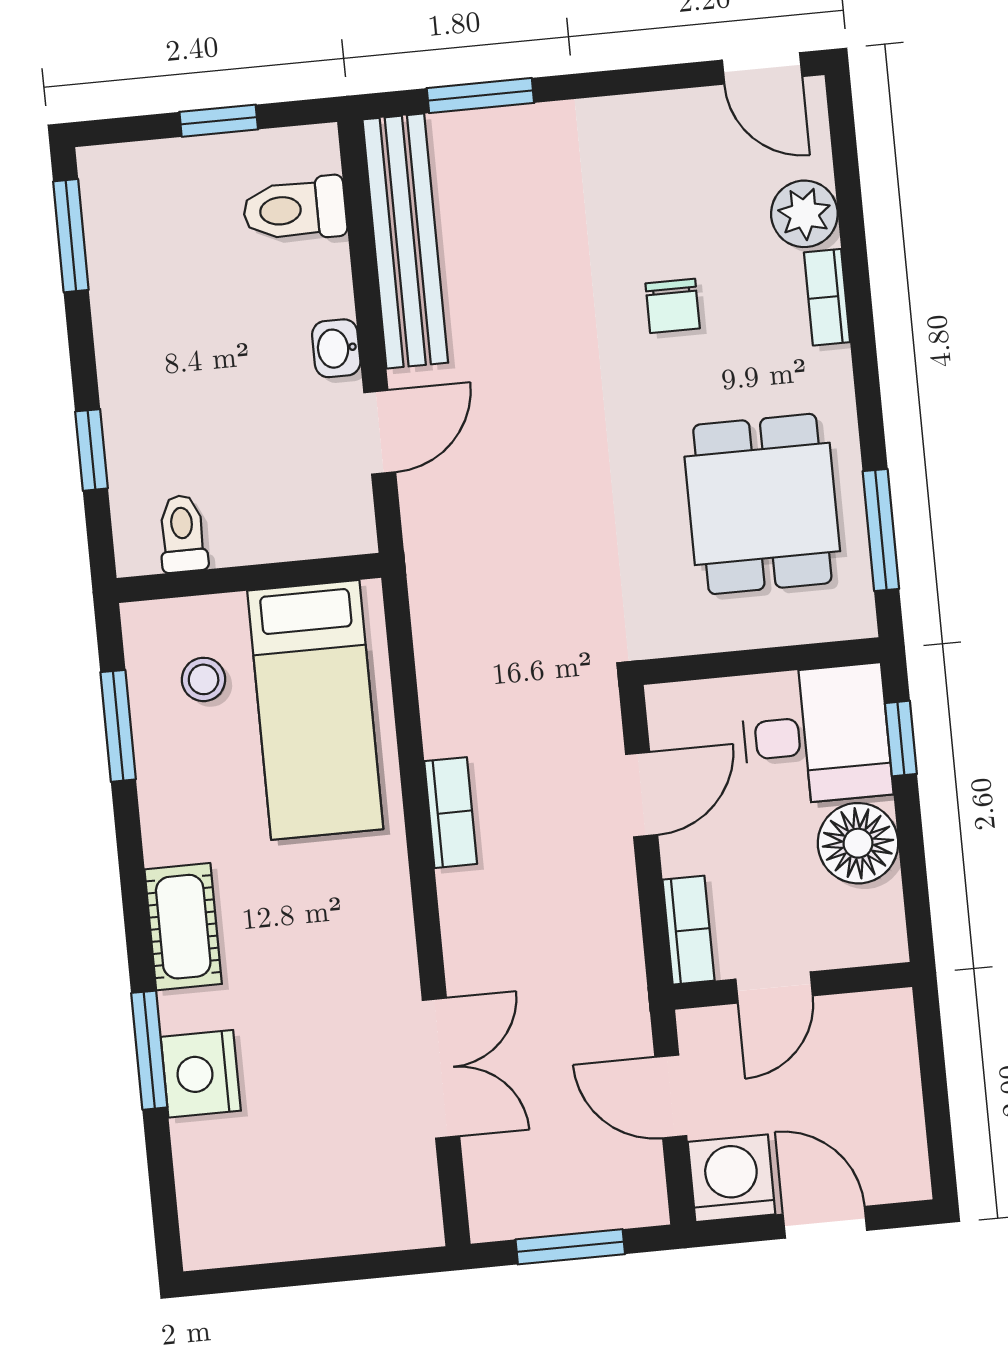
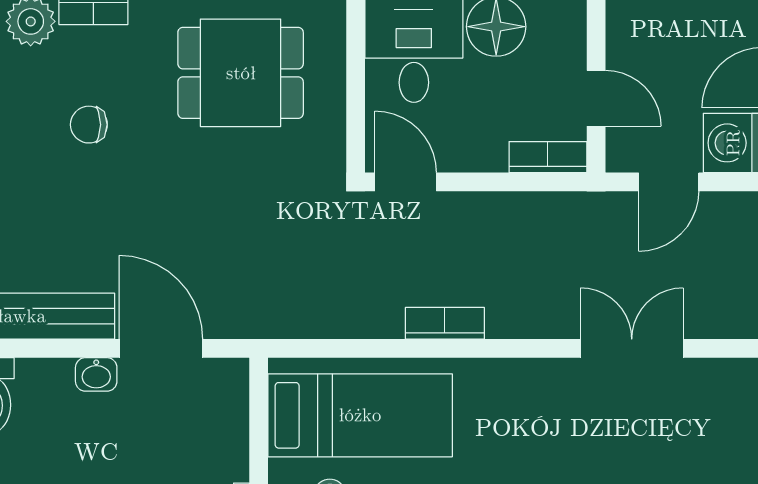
chair: (673, 306) -> (89, 125), turned 180
door: (380, 432) -> (161, 348), width x1.38
door: (642, 795) -> (406, 182), moved

